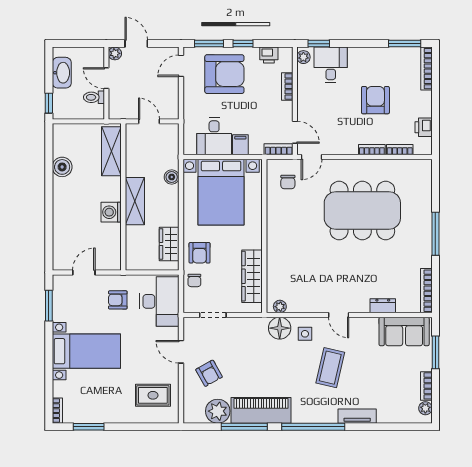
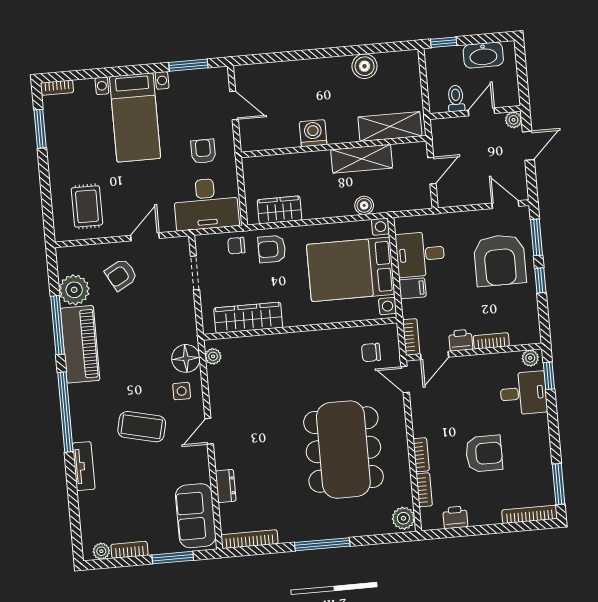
printer: (269, 55) -> (461, 340), moved, turned 90
plant: (421, 168) -> (403, 518), added
shelving: (135, 201) -> (362, 159), moved

